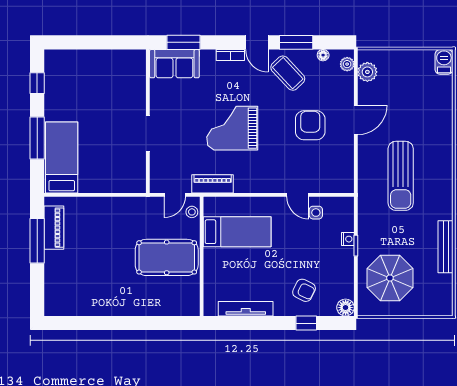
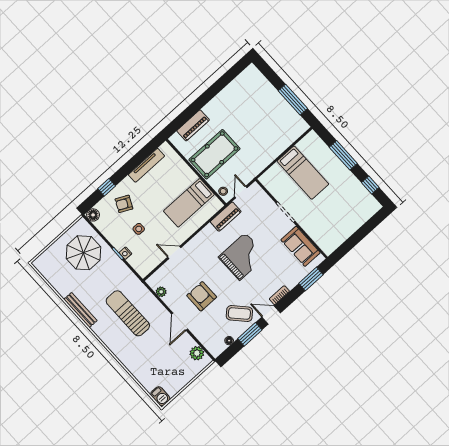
sofa: (174, 64) -> (301, 246), moved, turned -90
plant: (347, 64) -> (161, 292), moved
armchair: (310, 125) -> (202, 296), turned 180
bed: (62, 158) -> (303, 173), moved
side table: (316, 213) -> (139, 229), moved
piano: (54, 228) -> (193, 125), moved, turned -90
bench: (446, 247) -> (80, 310), moved

